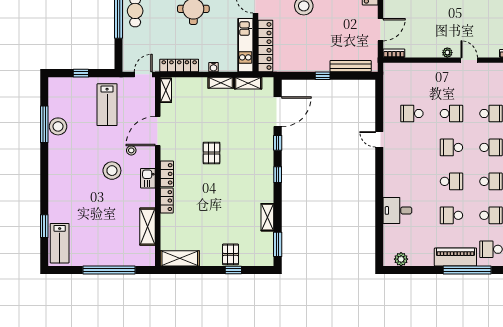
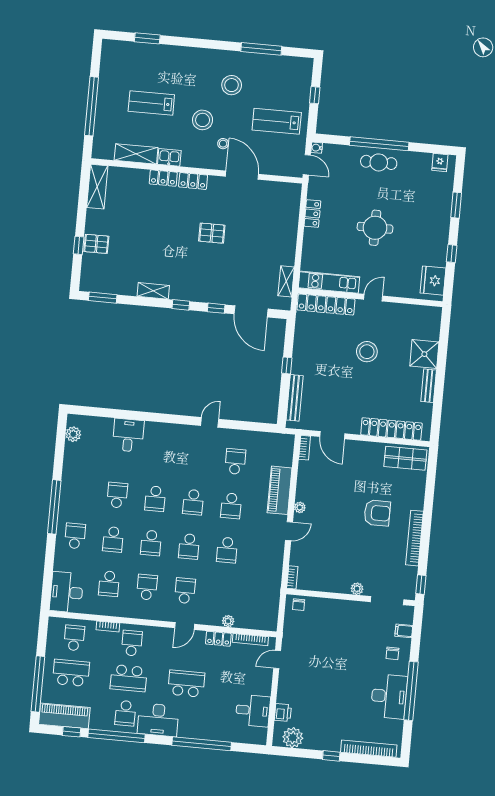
locker: (179, 65) -> (312, 214), width x0.66
water cooler: (214, 67) -> (317, 148), moved
shelving: (221, 83) -> (289, 251), removed
shelving: (166, 90) -> (287, 189), removed
stool: (58, 126) -> (232, 85), moved
school desk: (451, 147) -> (193, 502), turned 180
kitchen sink: (148, 178) -> (169, 157), moved
shelving: (267, 217) -> (153, 291), moved
lab bench: (60, 243) -> (151, 103), moved
piano: (455, 257) -> (280, 490), moved, turned 180

